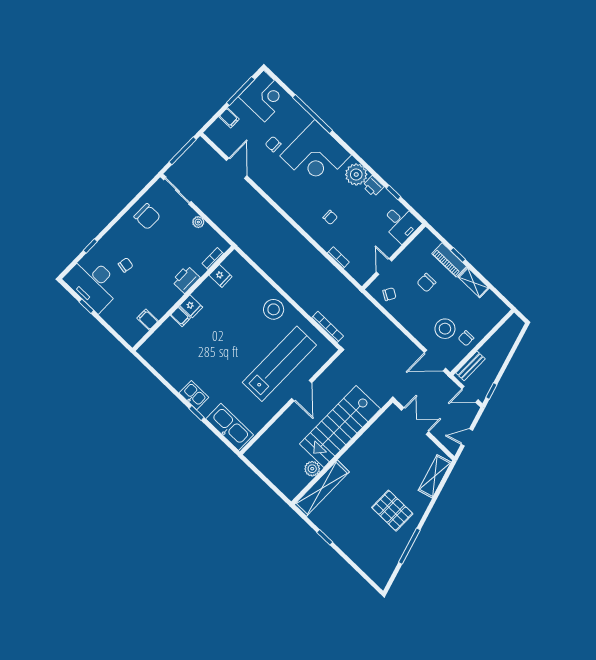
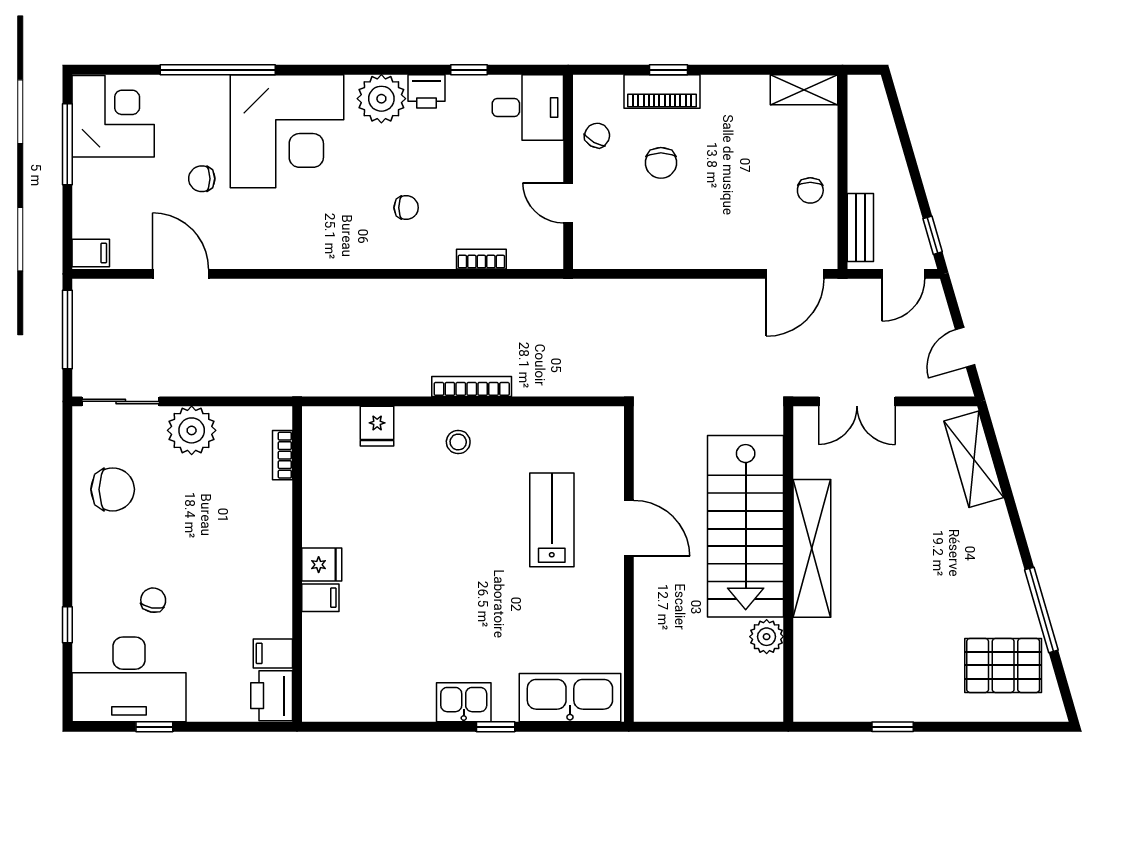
filing cabinet: (229, 118) -> (91, 253), moved
plant: (198, 222) -> (192, 430), width x1.88, depth x1.88
fridge: (221, 276) -> (377, 426), moved, turned 90
printer: (186, 279) -> (272, 696), moved
shelving: (474, 283) -> (804, 90), moved
chair: (389, 294) -> (597, 135), moved
stool: (274, 309) -> (458, 442), width x0.53, depth x0.53
bookcase: (328, 327) -> (472, 386), moved
stool: (445, 329) -> (762, 208), removed
lab bench: (279, 364) -> (552, 520), width x0.54, depth x0.72
double door: (415, 421) -> (857, 401), swing flipped
shelving: (322, 488) -> (812, 548), moved
pallet: (392, 511) -> (1003, 665), moved

